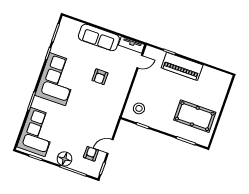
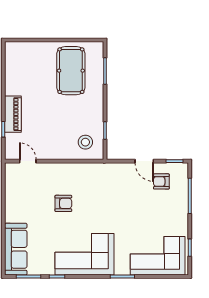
sofa: (99, 37) -> (16, 249), moved
tv unit: (132, 45) -> (11, 178), removed
piano: (182, 66) -> (13, 114), width x0.73, depth x0.75
floor lamp: (64, 159) -> (179, 212), removed

